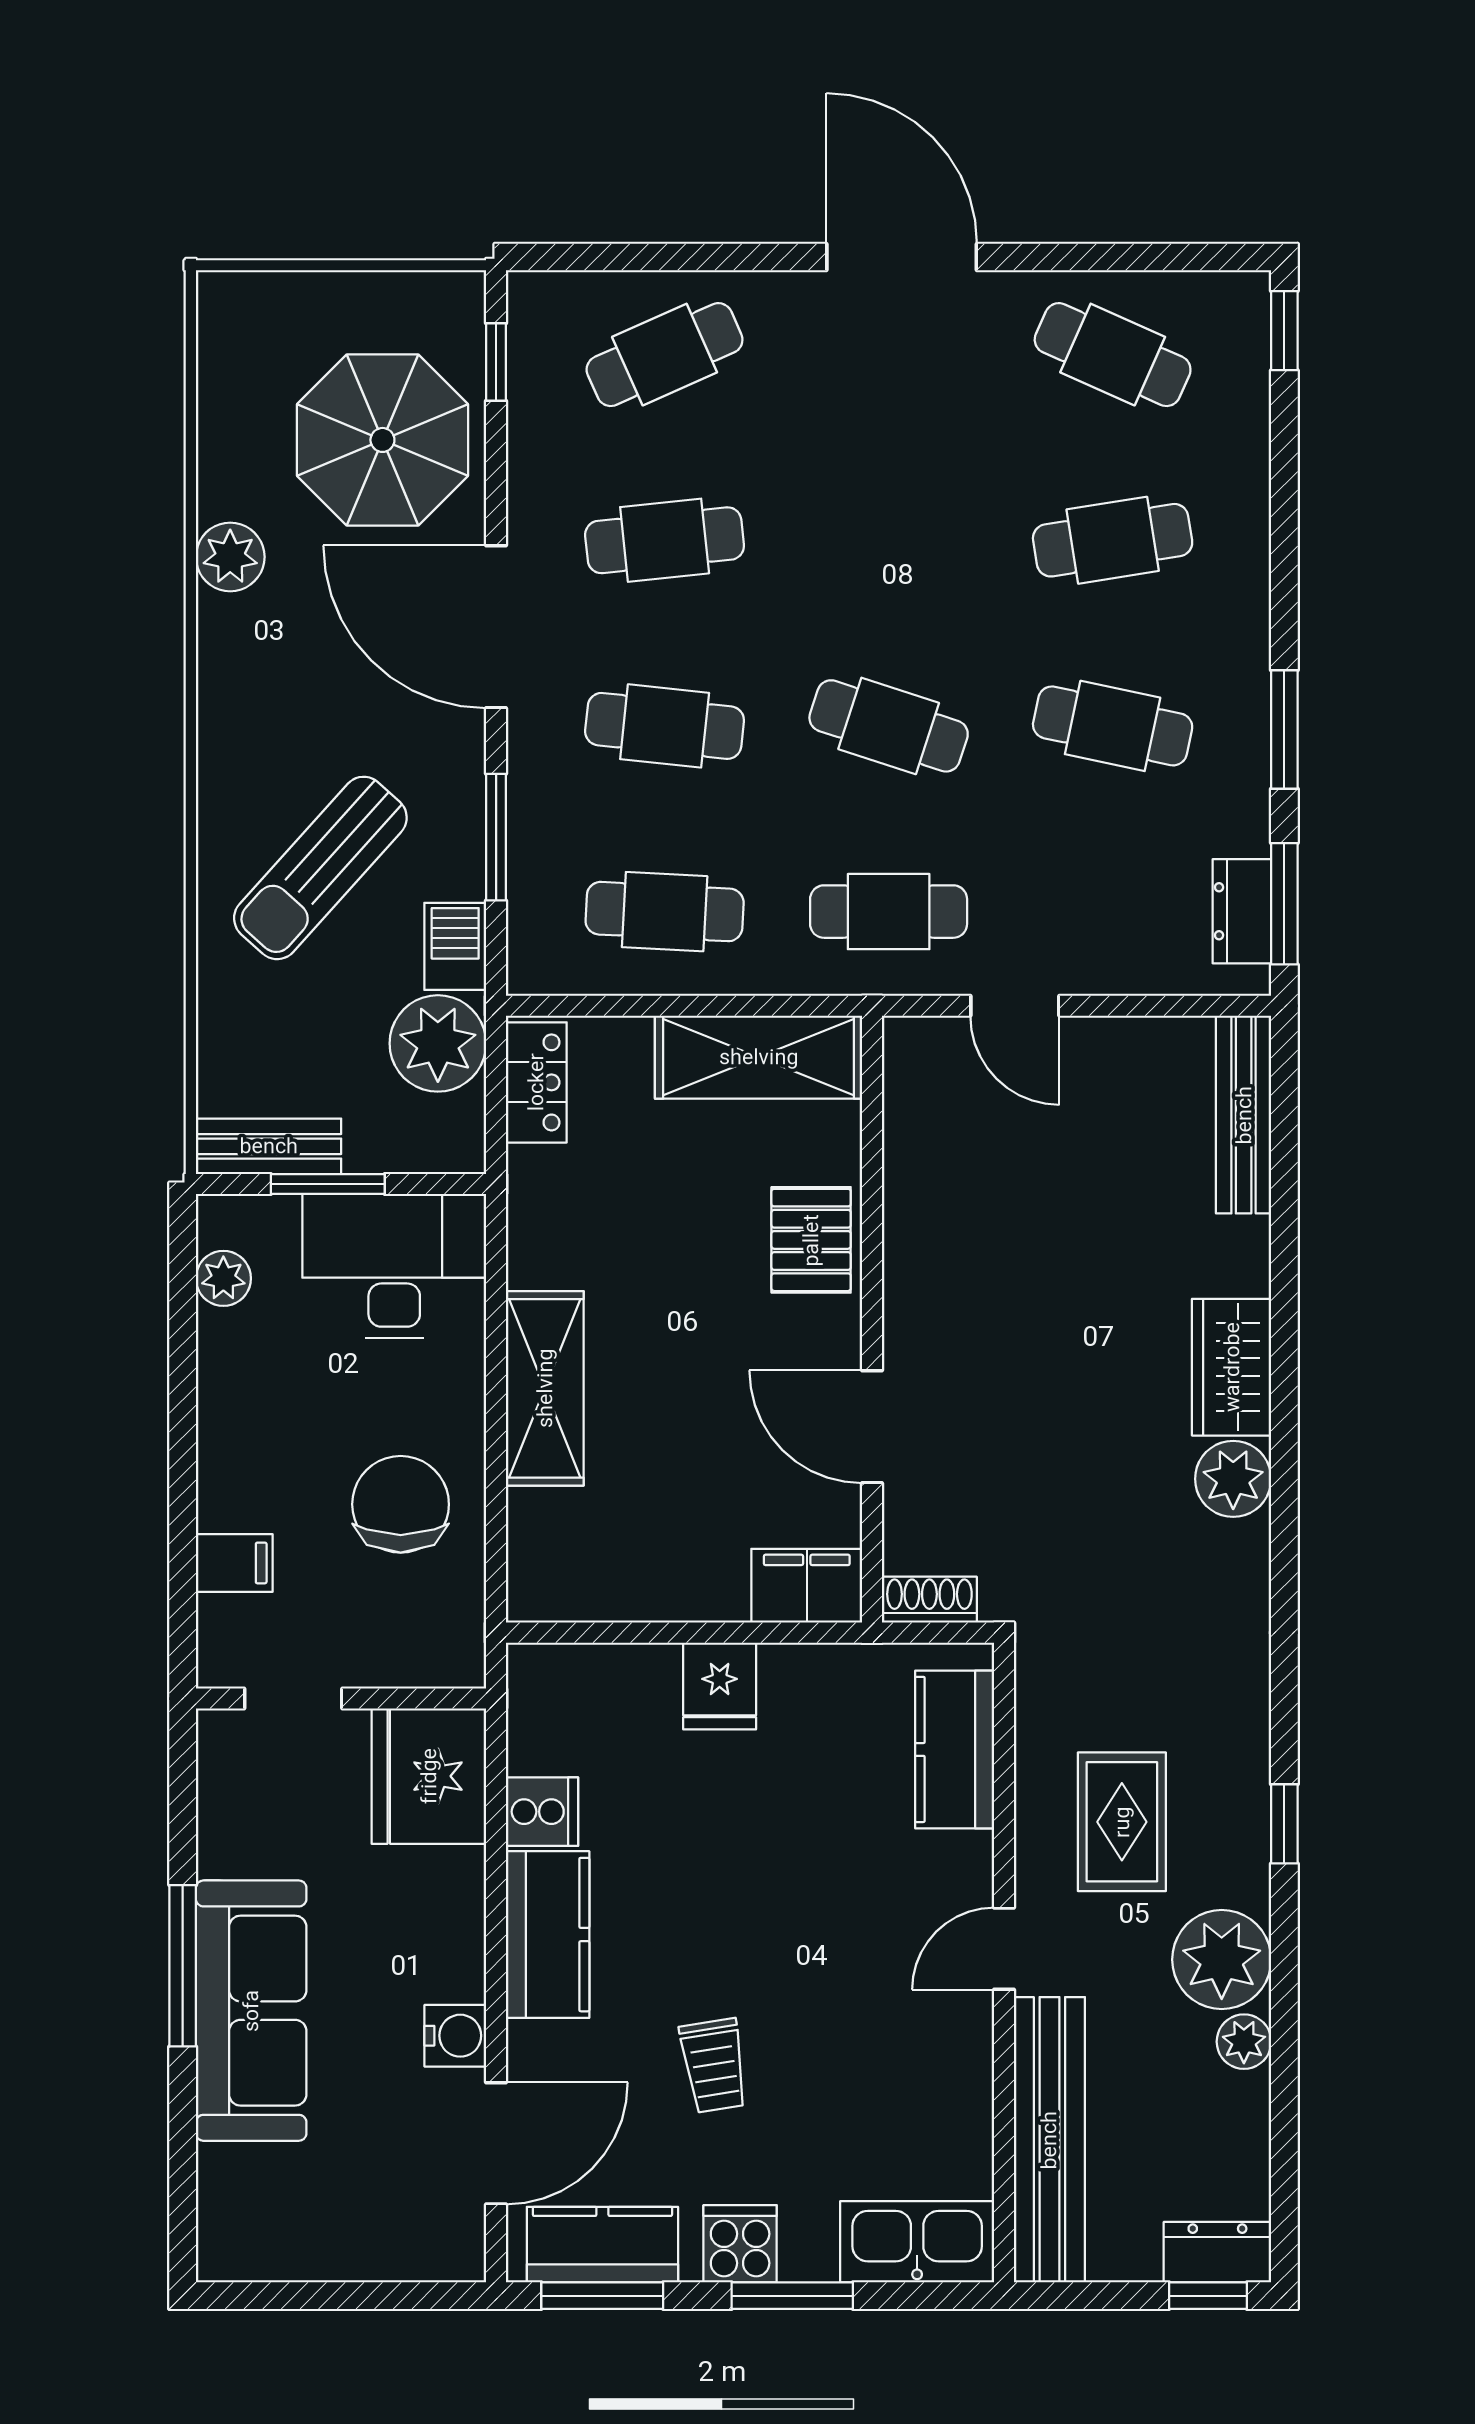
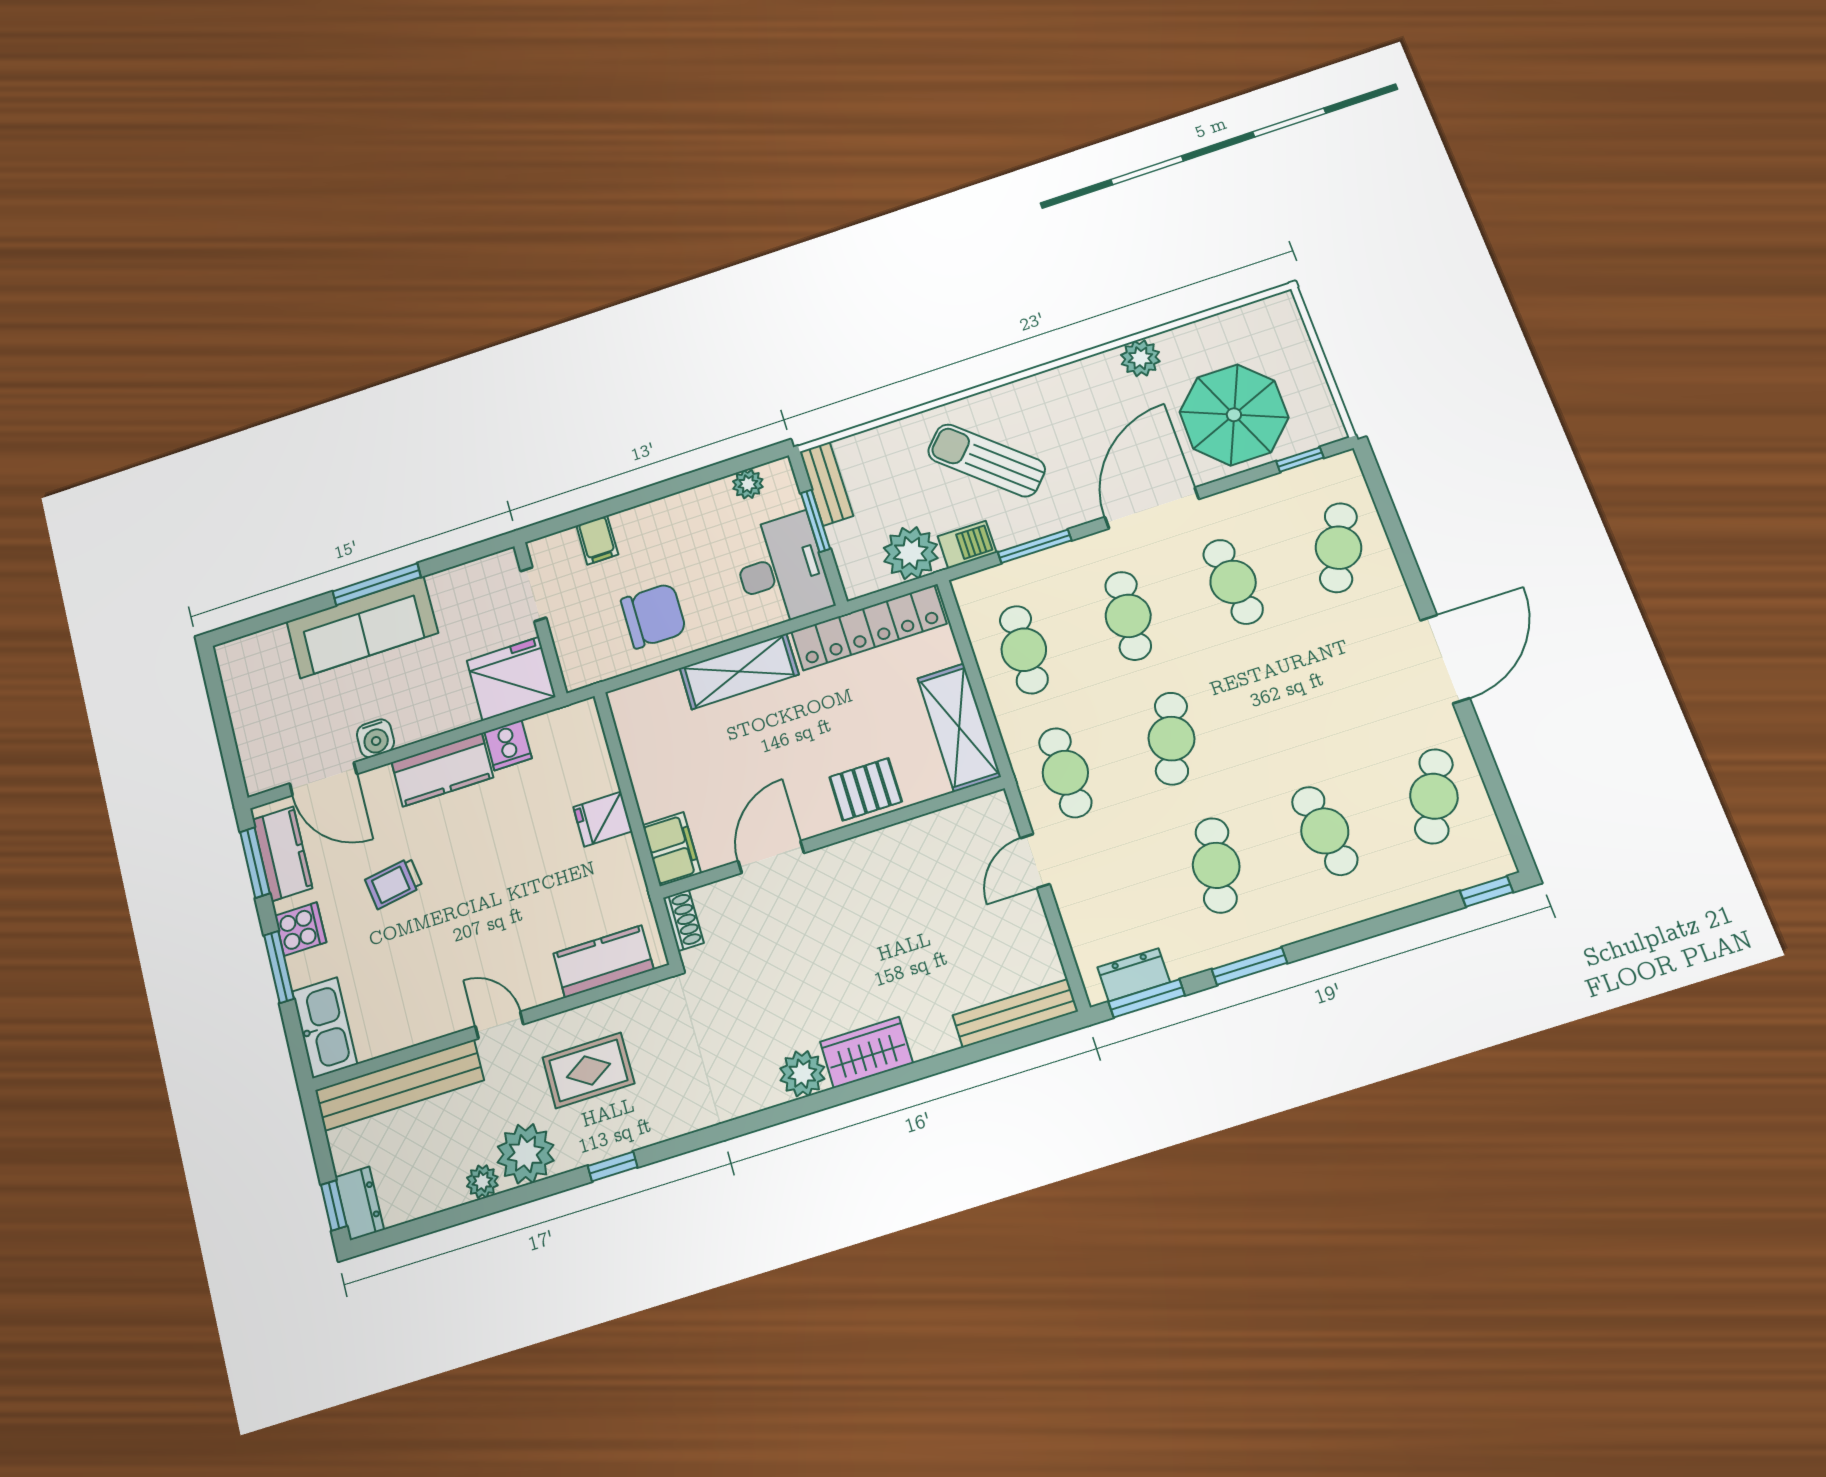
cafe table: (665, 355) -> (1338, 548), turned 48
locker: (536, 1082) -> (869, 628), width x2.16, depth x1.21

